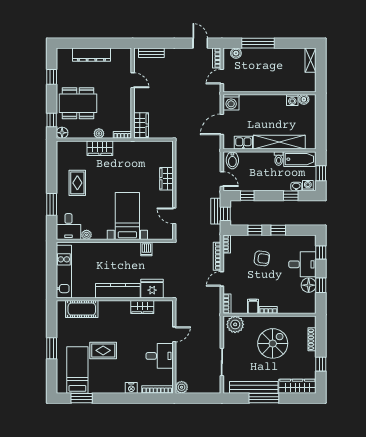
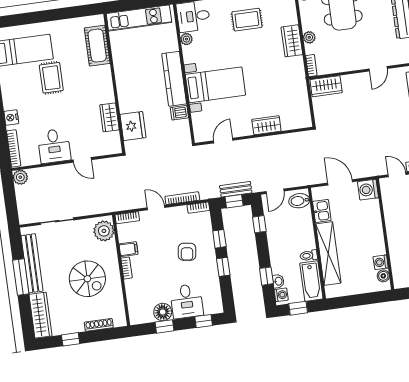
kitchen counter: (118, 291) -> (174, 79), moved, turned 180
window: (52, 348) -> (46, 16), removed

